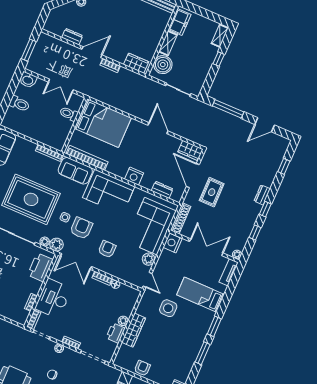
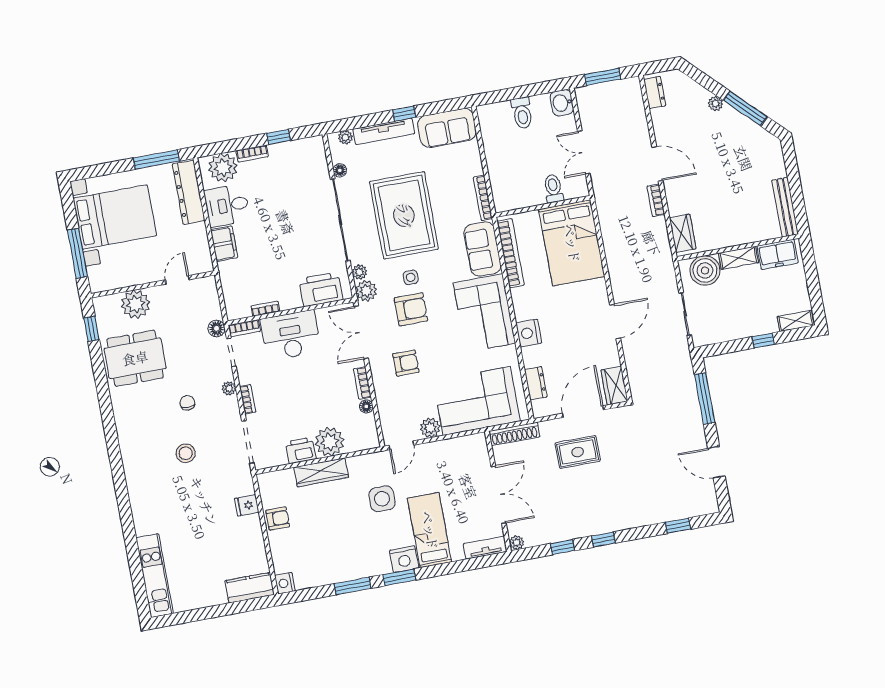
dresser: (72, 37) -> (655, 93), moved
dresser: (262, 195) -> (620, 522), removed
nightstand: (172, 243) -> (404, 559), moved, turned 180
plant: (123, 321) -> (330, 442), width x1.88, depth x1.88
floor lamp: (24, 334) -> (216, 328), added

